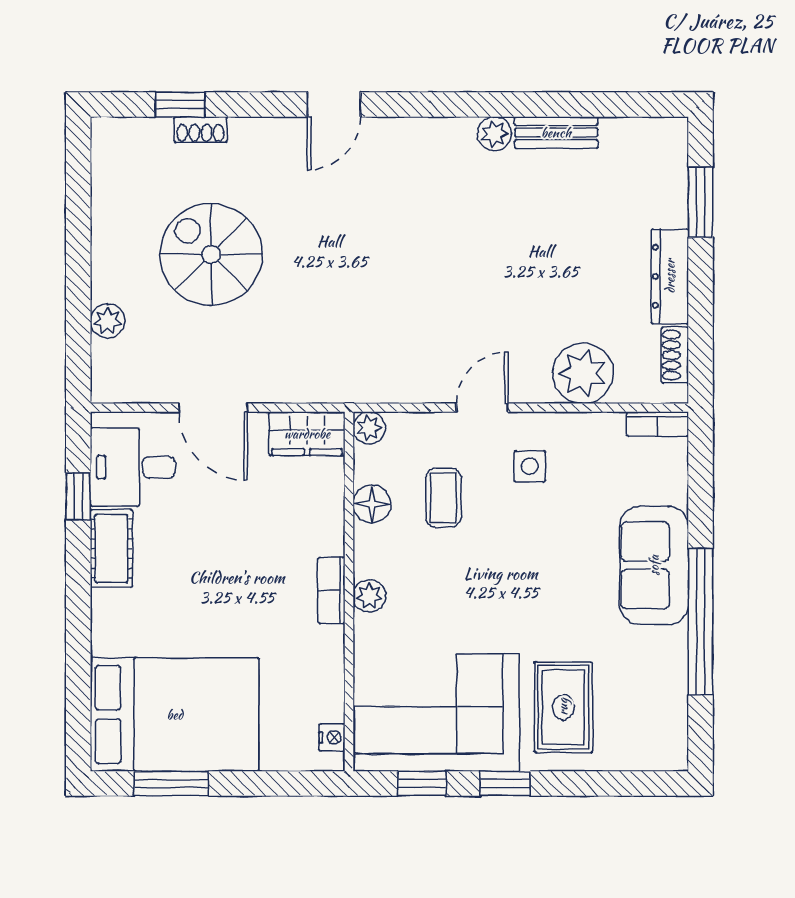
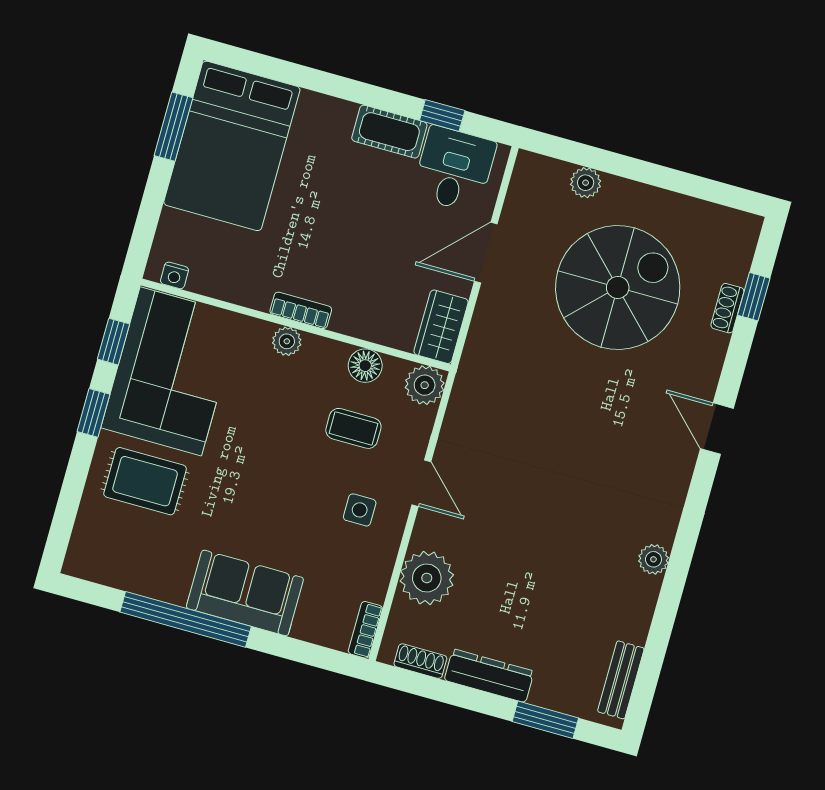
bench: (556, 133) -> (621, 680), moved
spiral stairs: (211, 254) -> (618, 287), width x1.37, depth x1.37
plant: (369, 428) -> (425, 385), width x1.38, depth x1.38

